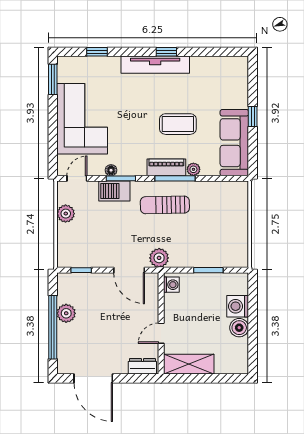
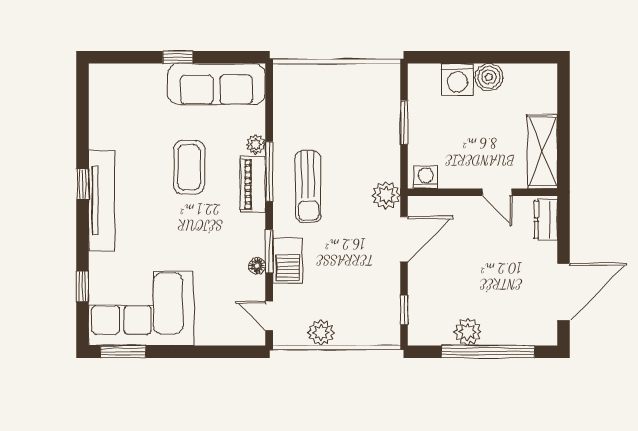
corner sofa: (82, 119) -> (141, 308), moved

